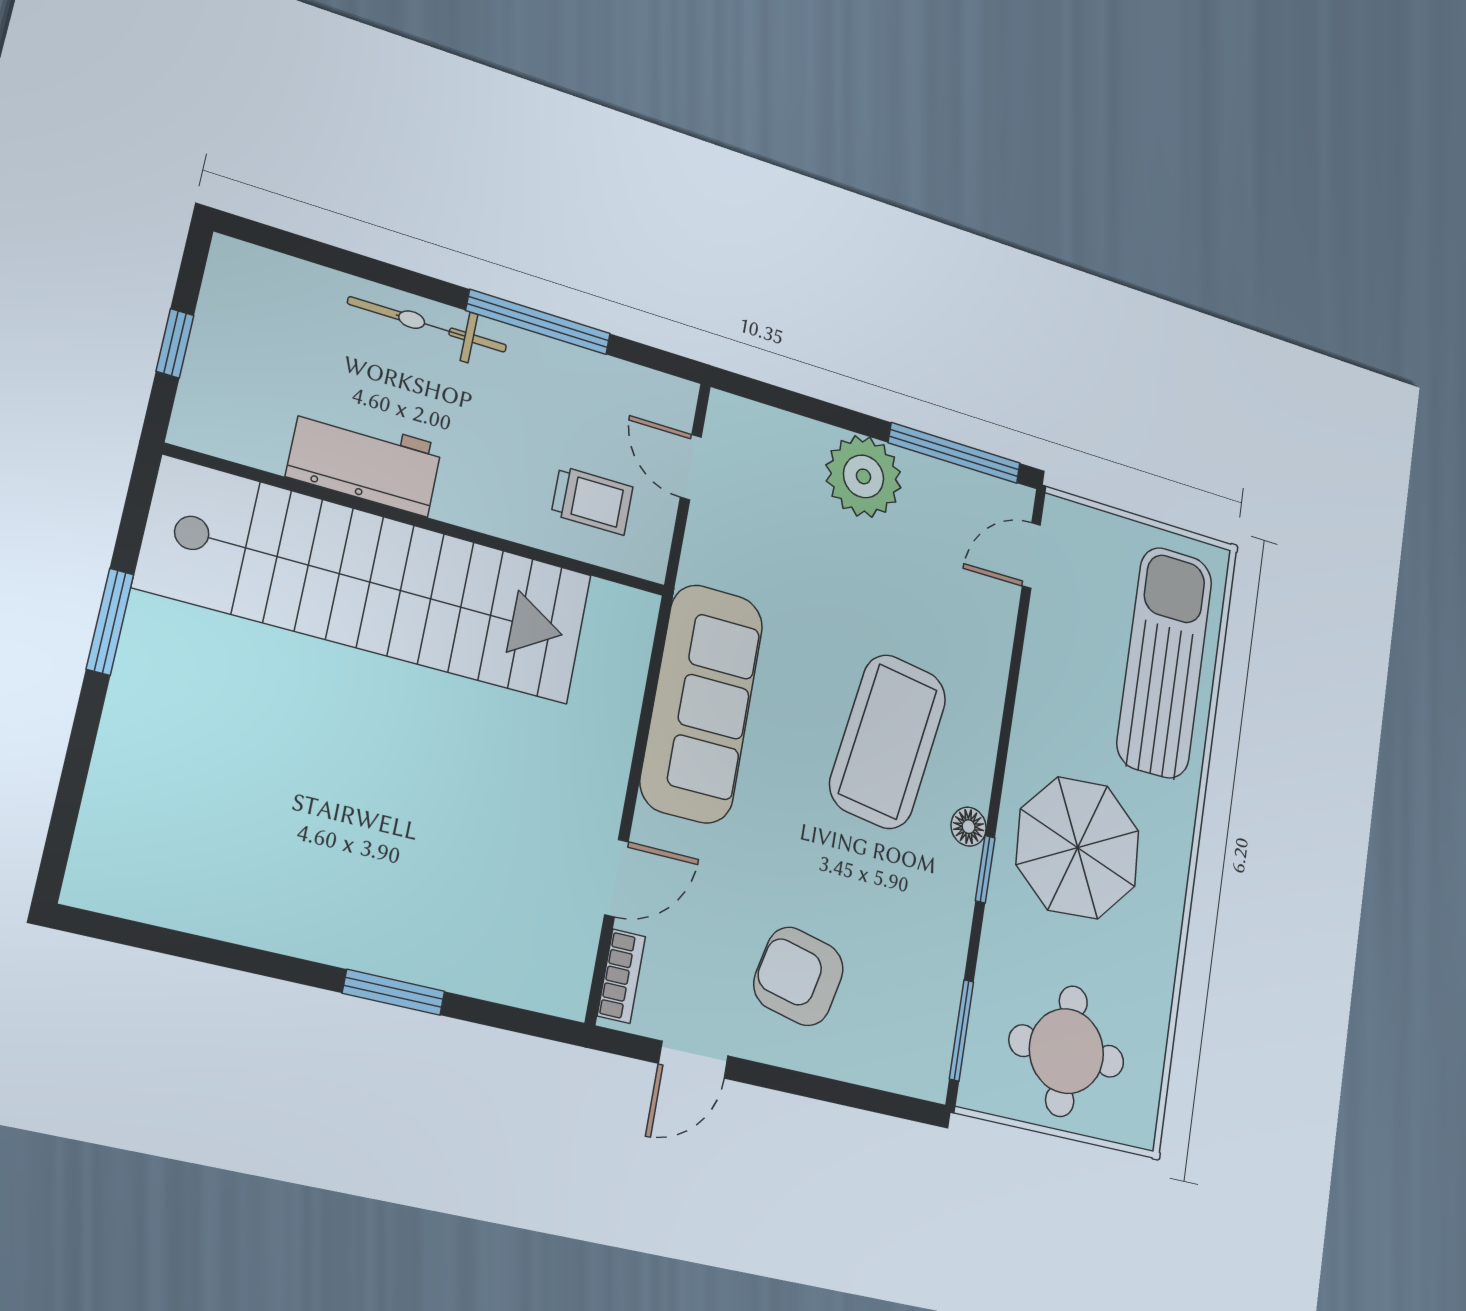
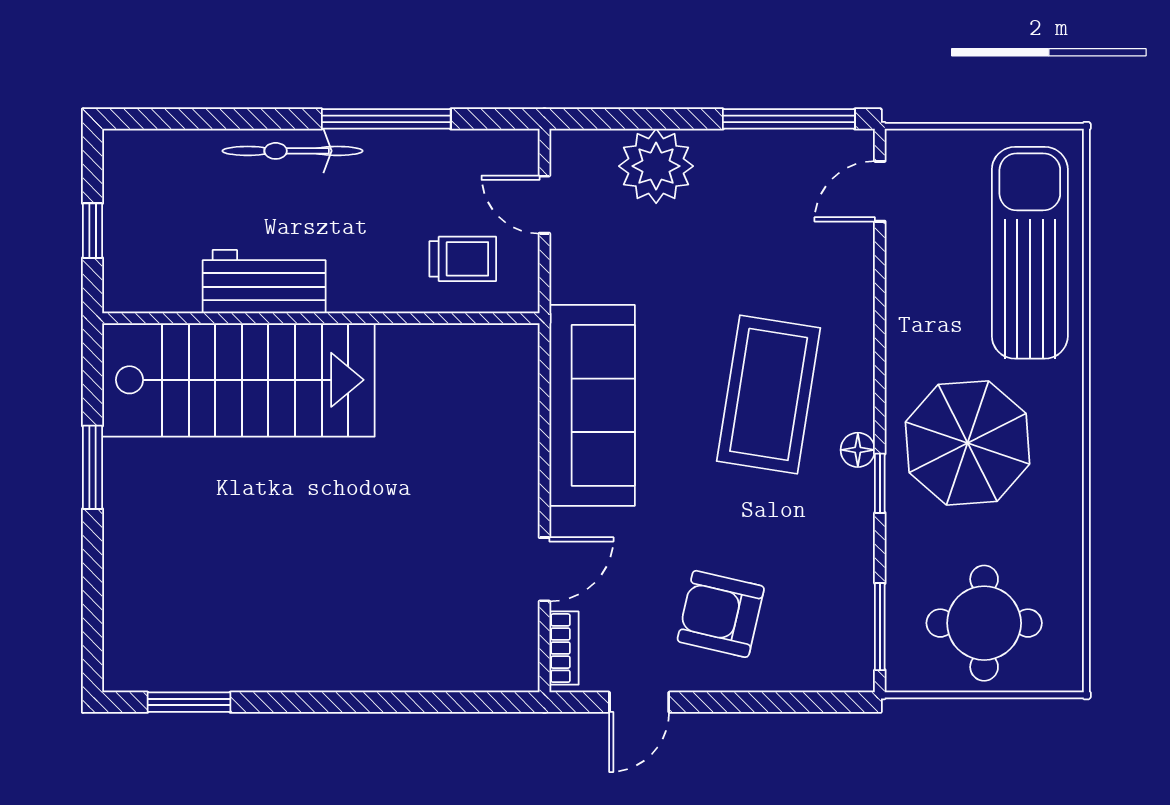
plant: (863, 476) -> (656, 166), moved
stairs: (368, 582) -> (238, 380), width x0.73
window: (394, 992) -> (189, 702), moved

